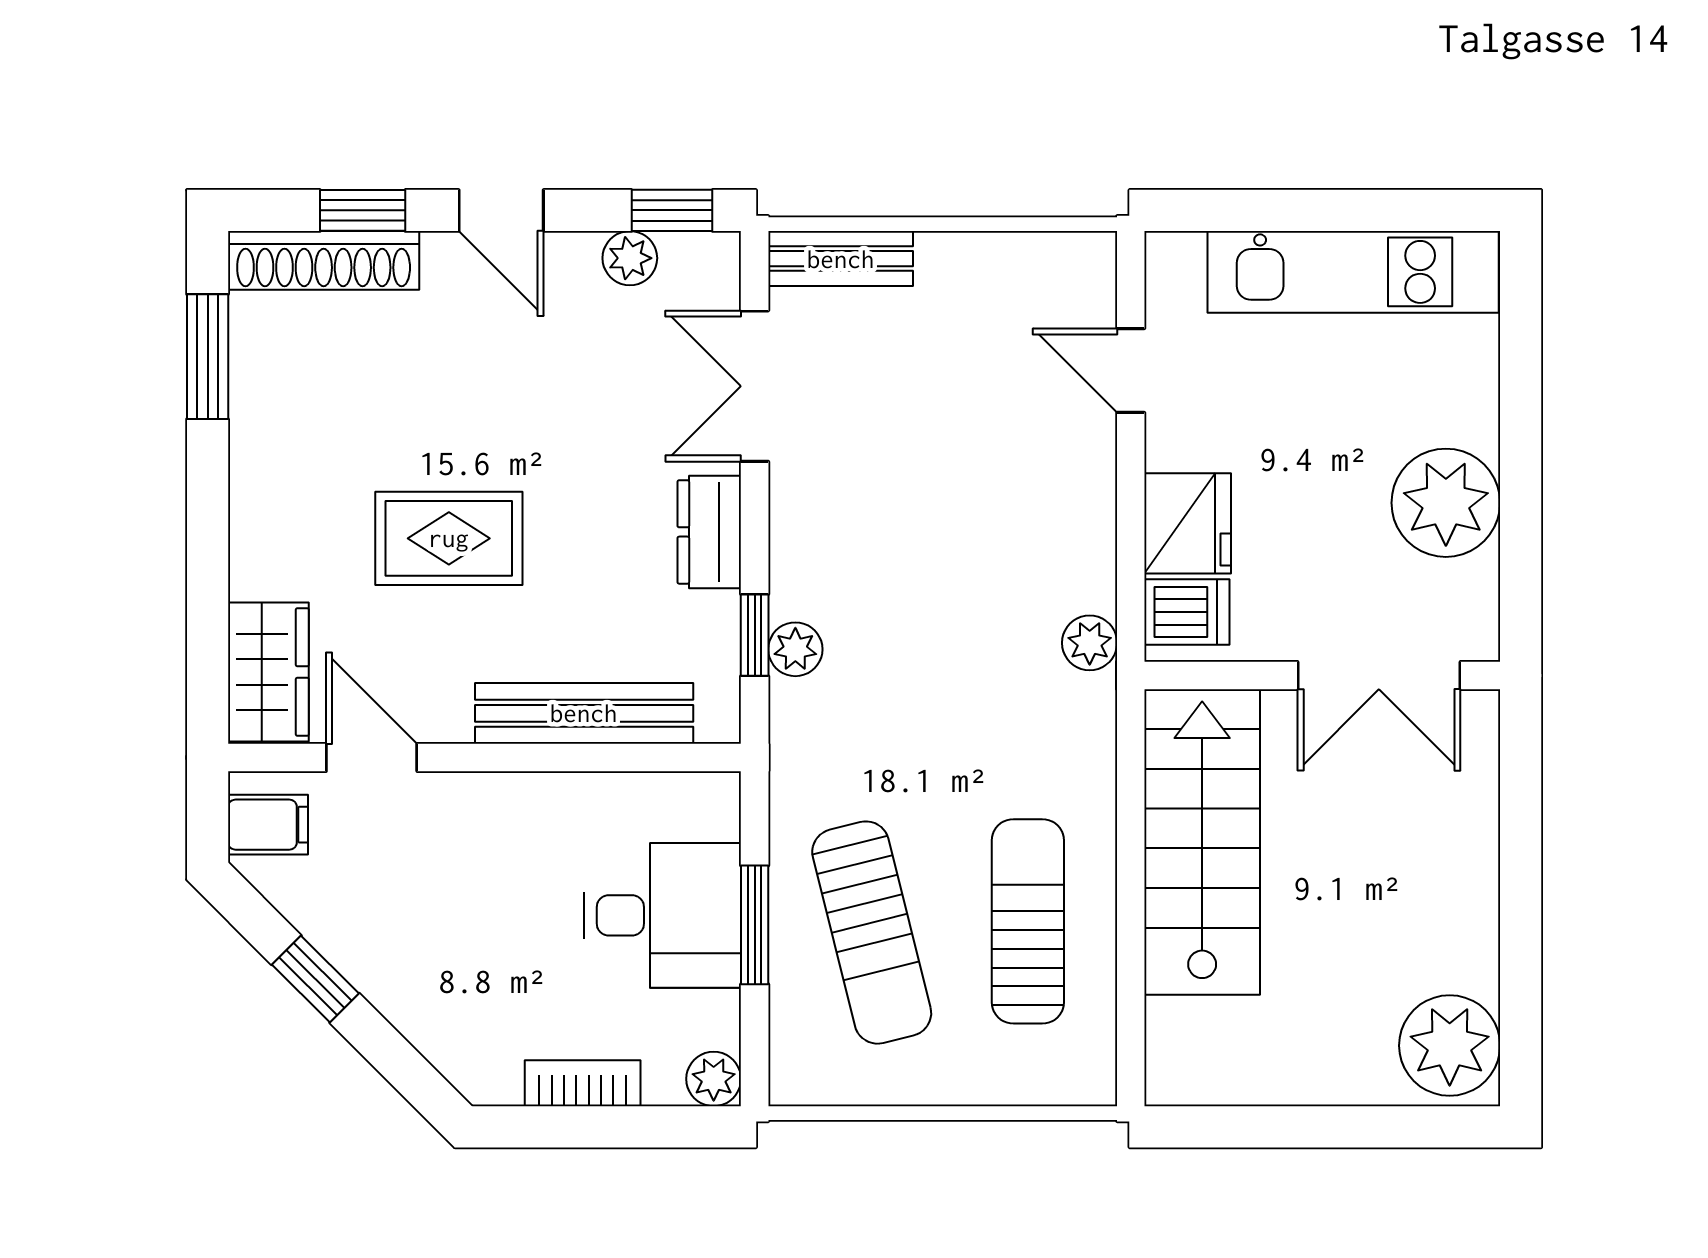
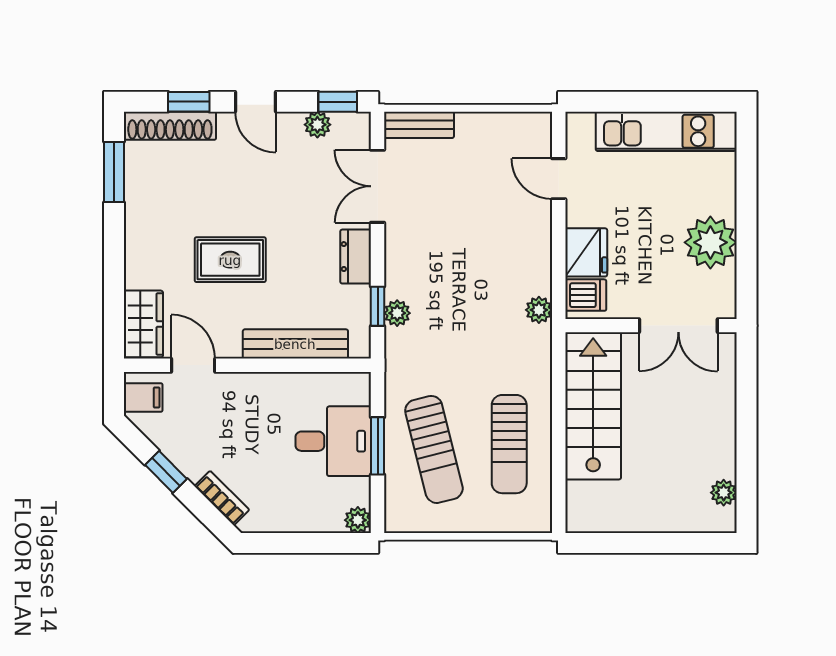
sun lounger: (1028, 921) -> (509, 444), turned 180
plant: (1450, 1046) -> (724, 493), width x0.53, depth x0.53
bookcase: (583, 1083) -> (222, 498), moved, turned 45

